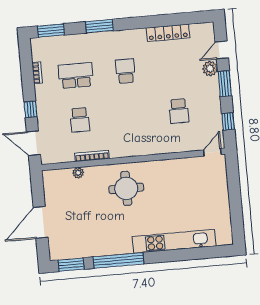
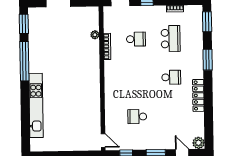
locker: (168, 33) -> (198, 95), moved
plant: (210, 68) -> (199, 143), moved
school desk: (80, 120) -> (136, 39), turned 180
round table: (126, 188) -> (80, 71), removed

